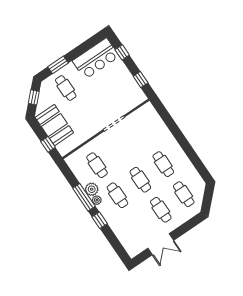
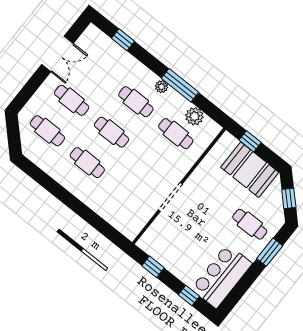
plant: (92, 189) -> (194, 116), moved
window: (100, 220) -> (123, 40), moved
double door: (161, 244) -> (57, 54), swing flipped

